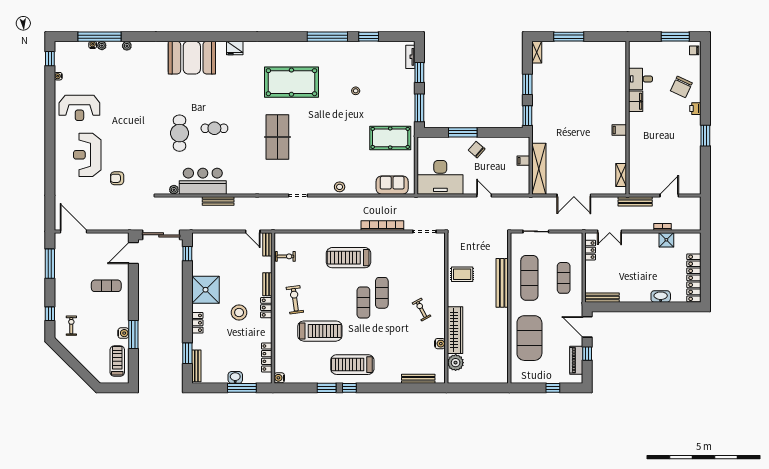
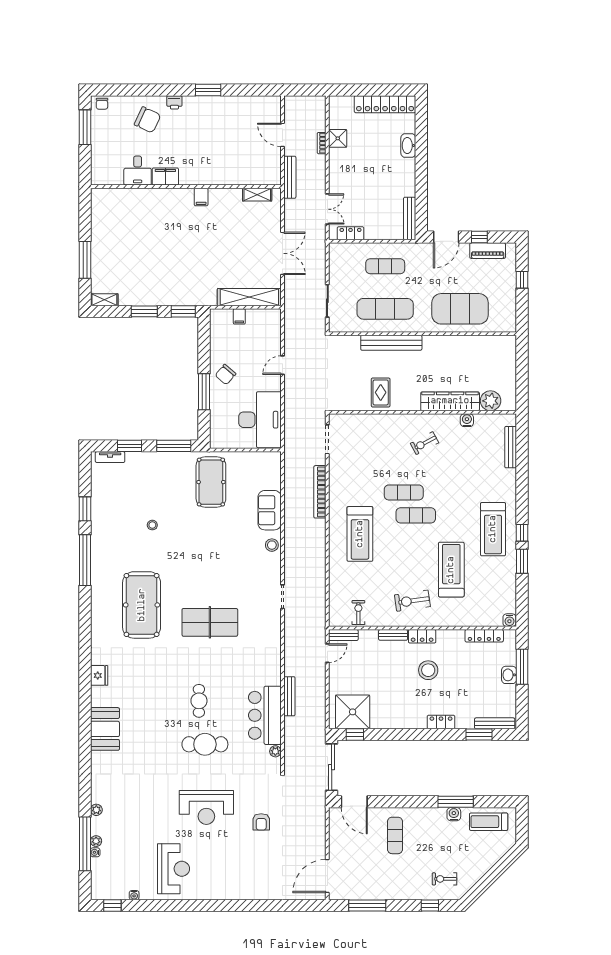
booth: (192, 58) -> (105, 729), width x0.73, depth x0.70
reception desk: (87, 155) -> (206, 808), moved
sofa: (392, 185) -> (270, 510), moved
shower: (206, 290) -> (353, 712), moved

